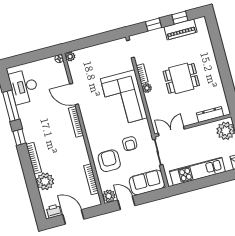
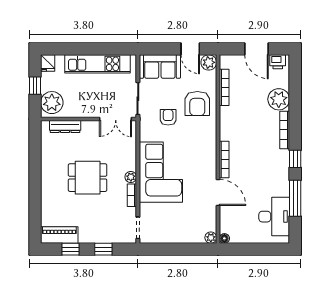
piano: (181, 29) -> (59, 235), moved

